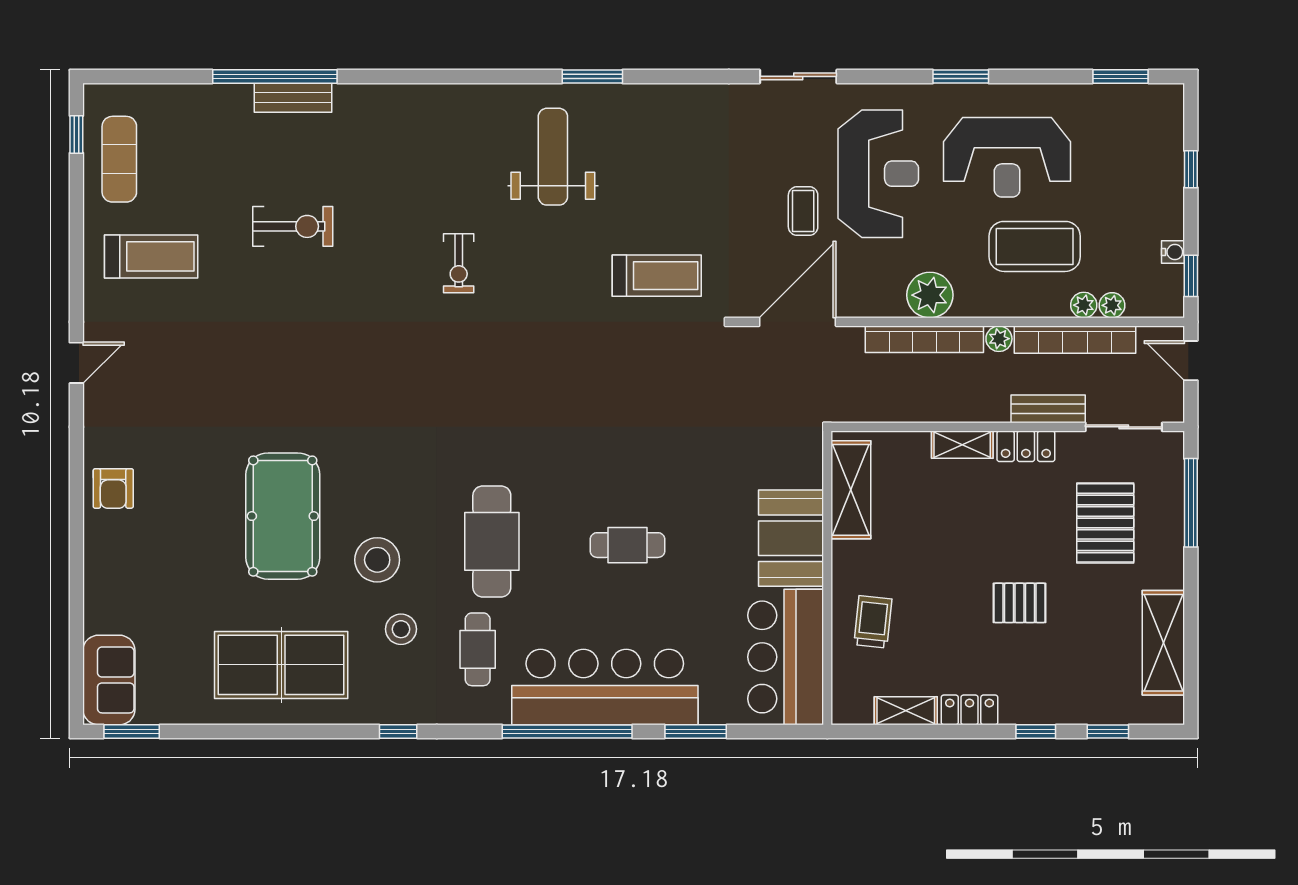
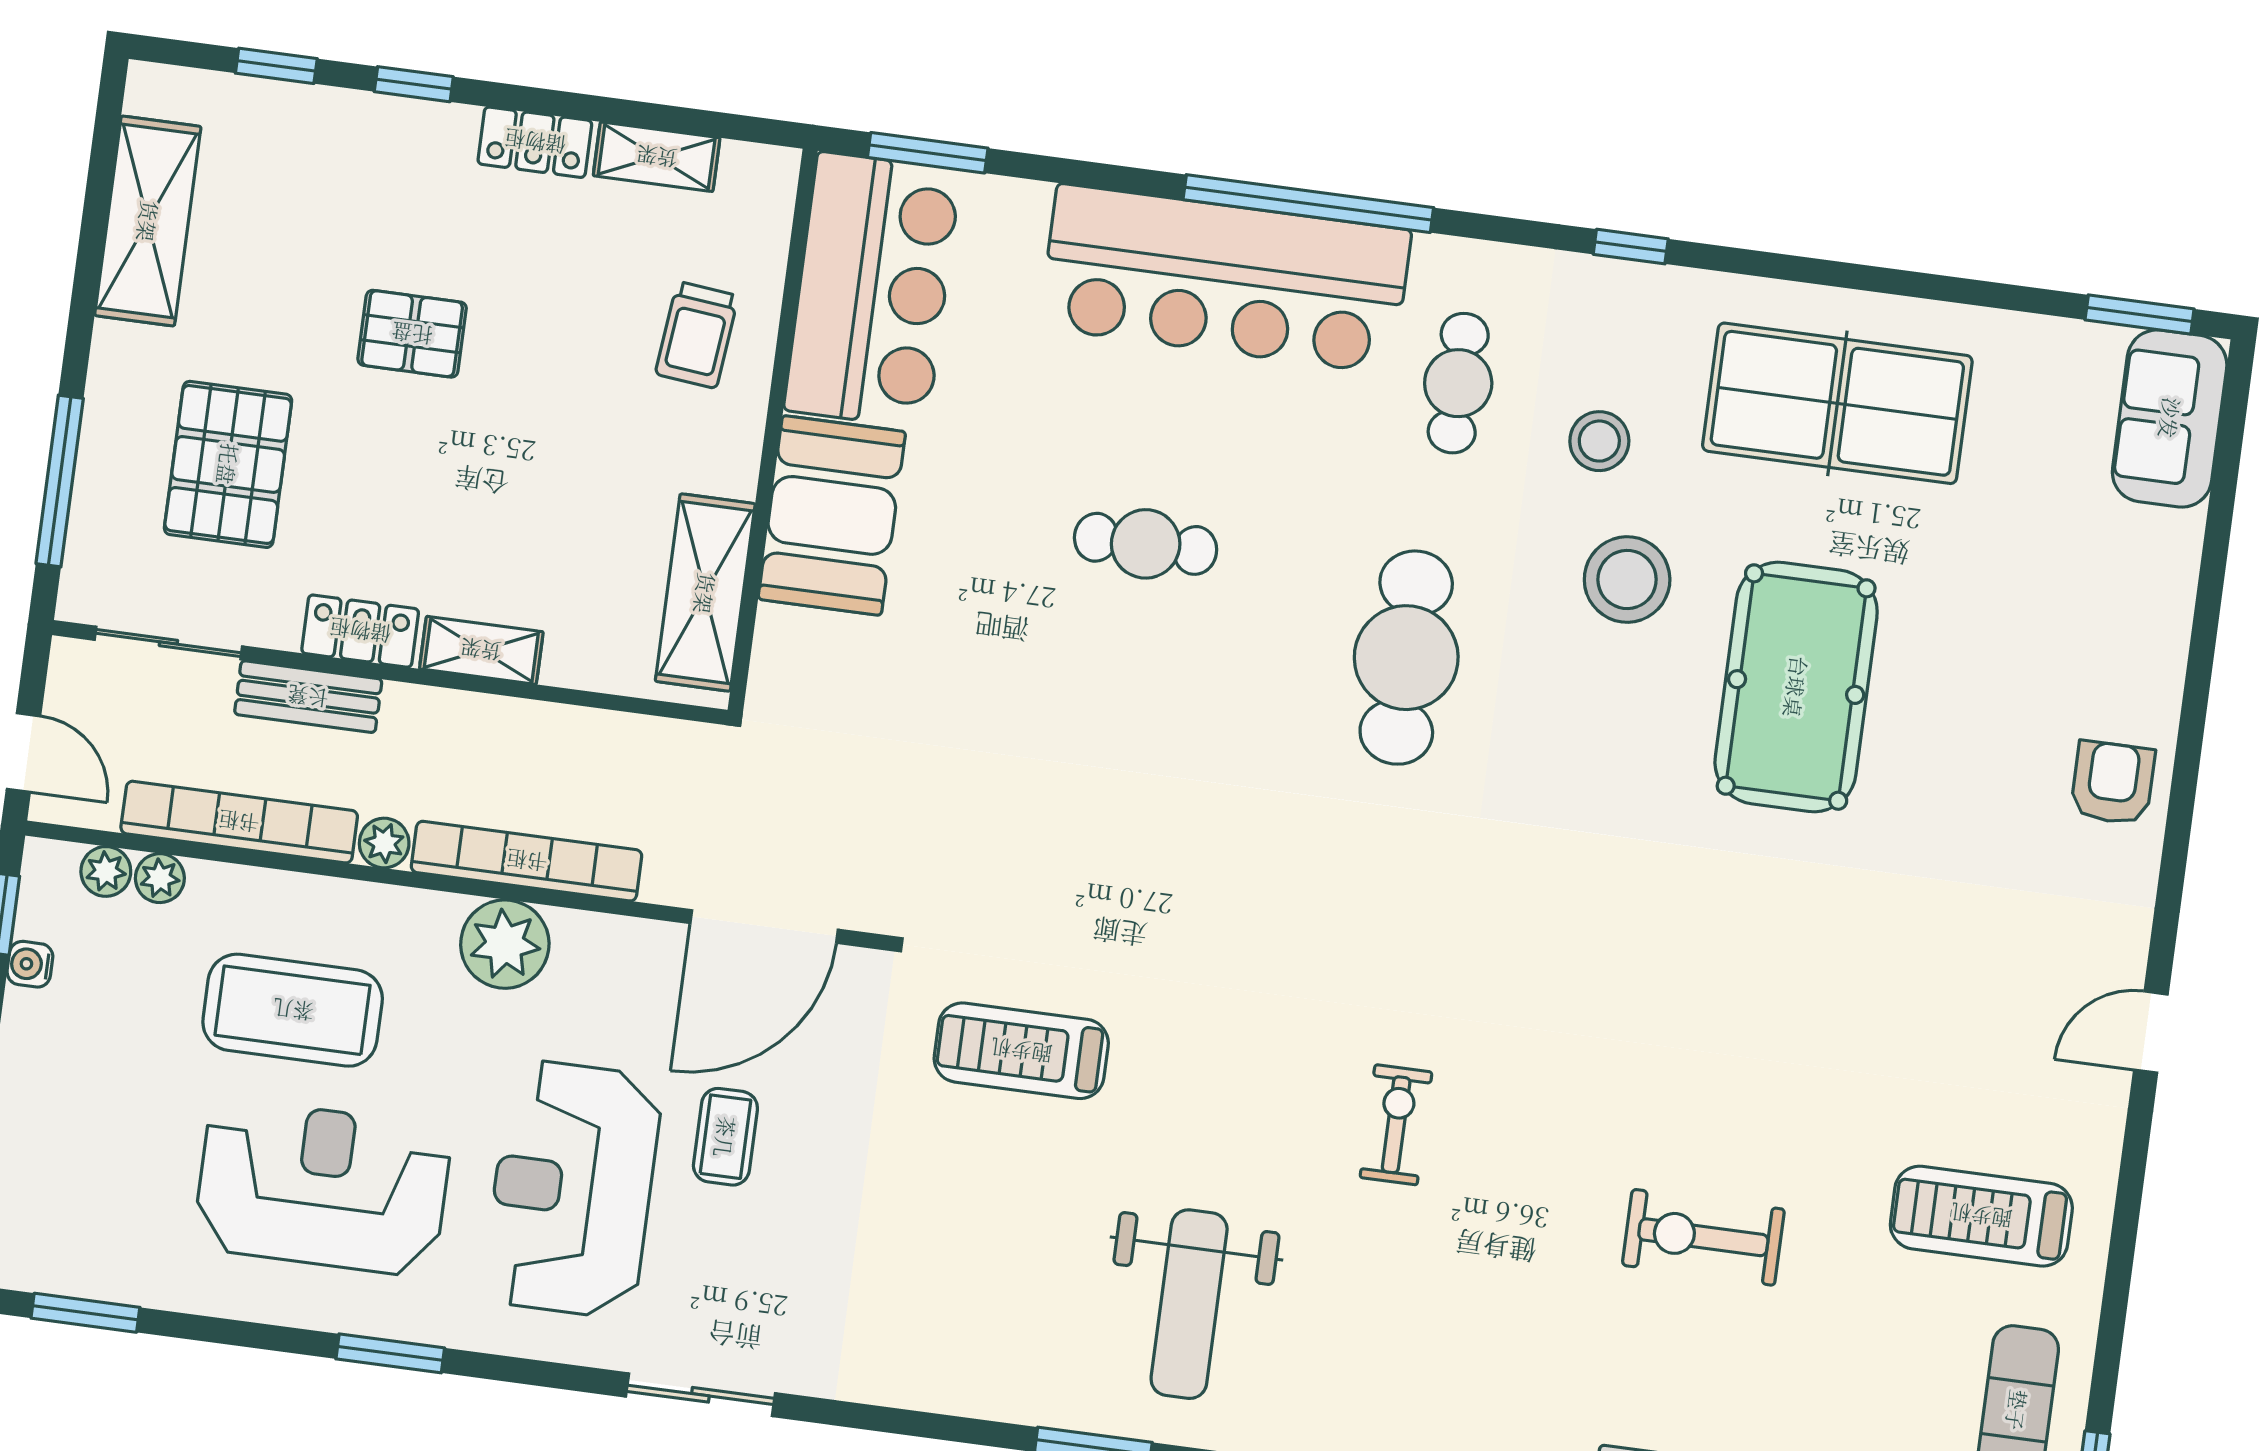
plant: (1084, 305) -> (106, 871), moved
cafe table: (492, 541) -> (1406, 658), moved
window: (696, 731) -> (928, 153), moved

